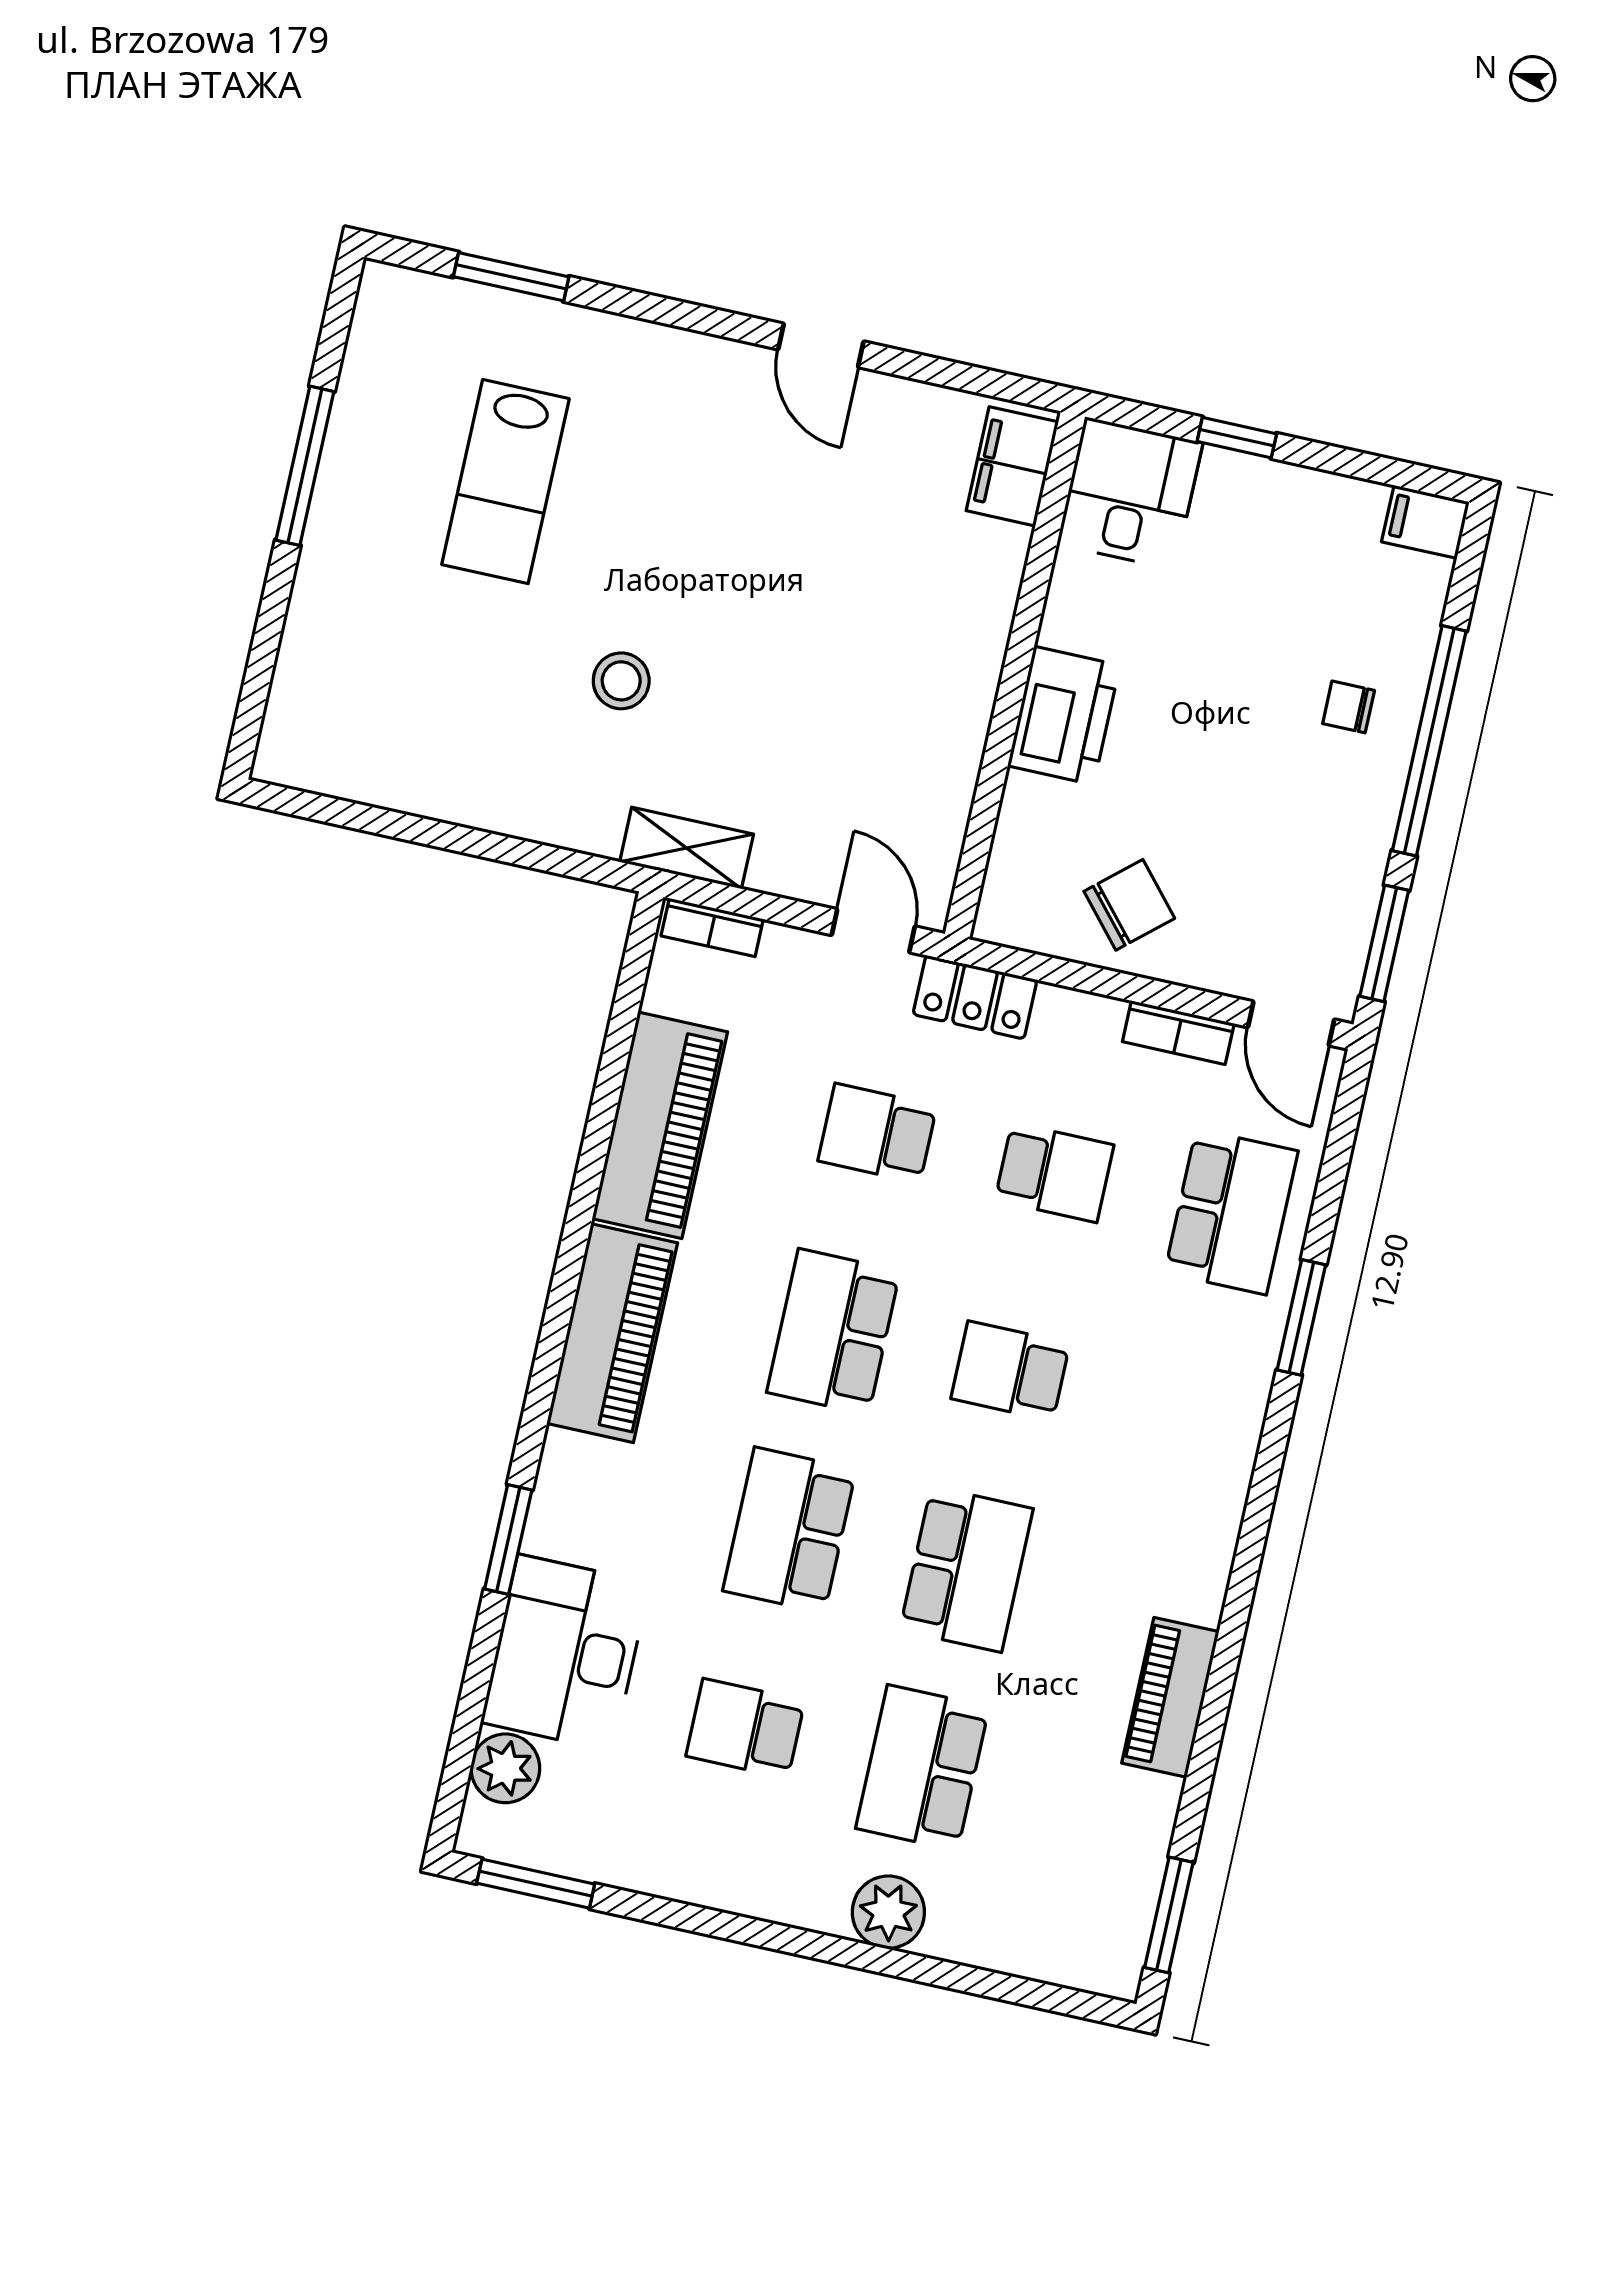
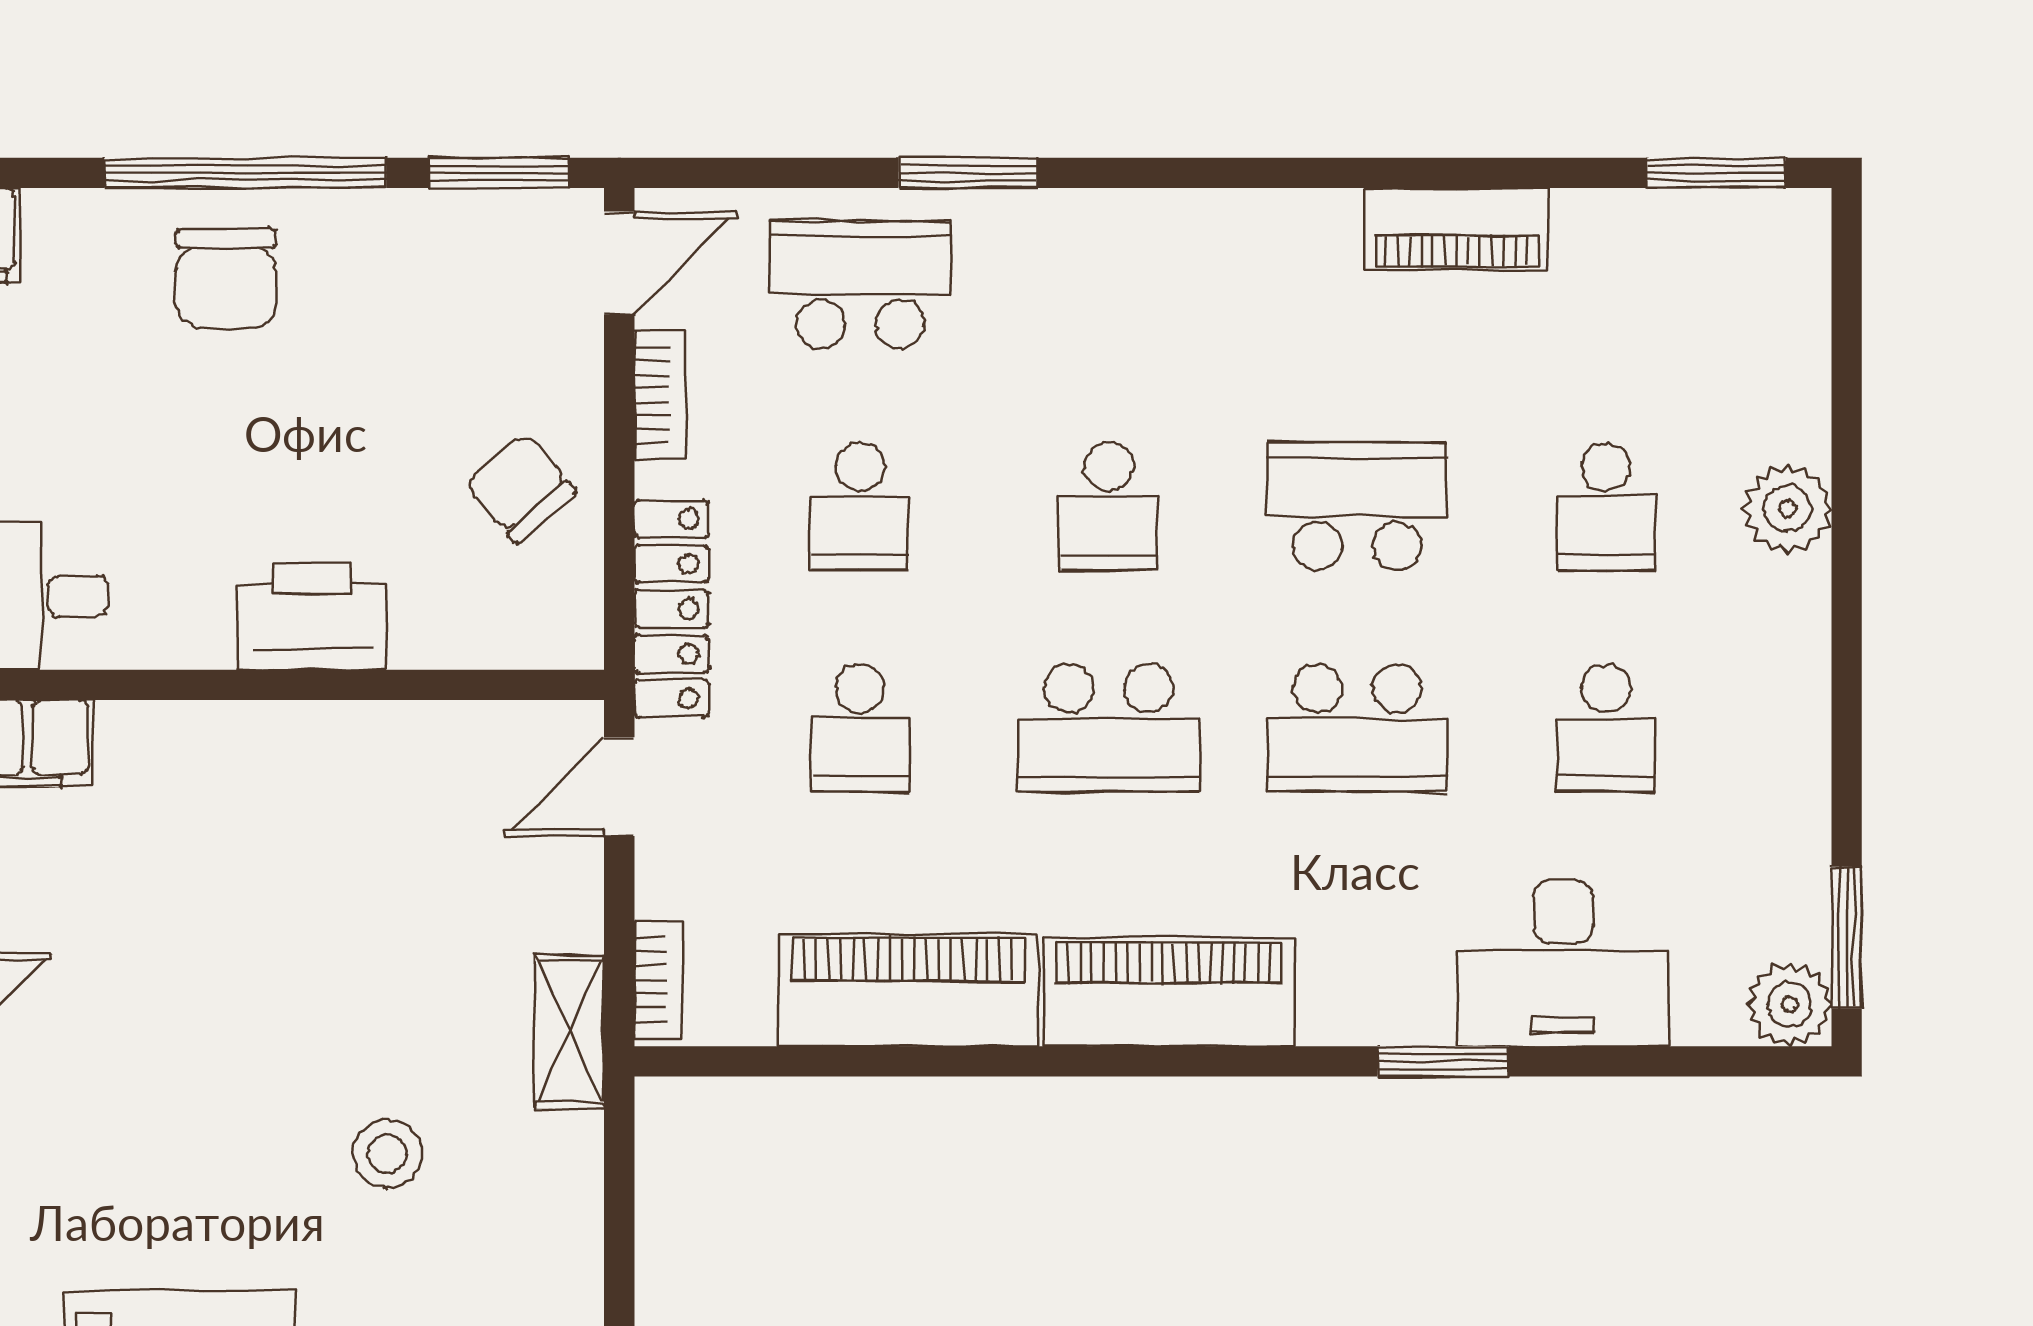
chair: (1349, 707) -> (226, 278), width x1.87, depth x1.87
locker: (975, 997) -> (672, 609), width x1.53
school desk: (1054, 1173) -> (860, 506), turned 180
plant: (505, 1768) -> (1789, 1004), moved
school desk: (922, 1768) -> (1606, 506), width x0.54

